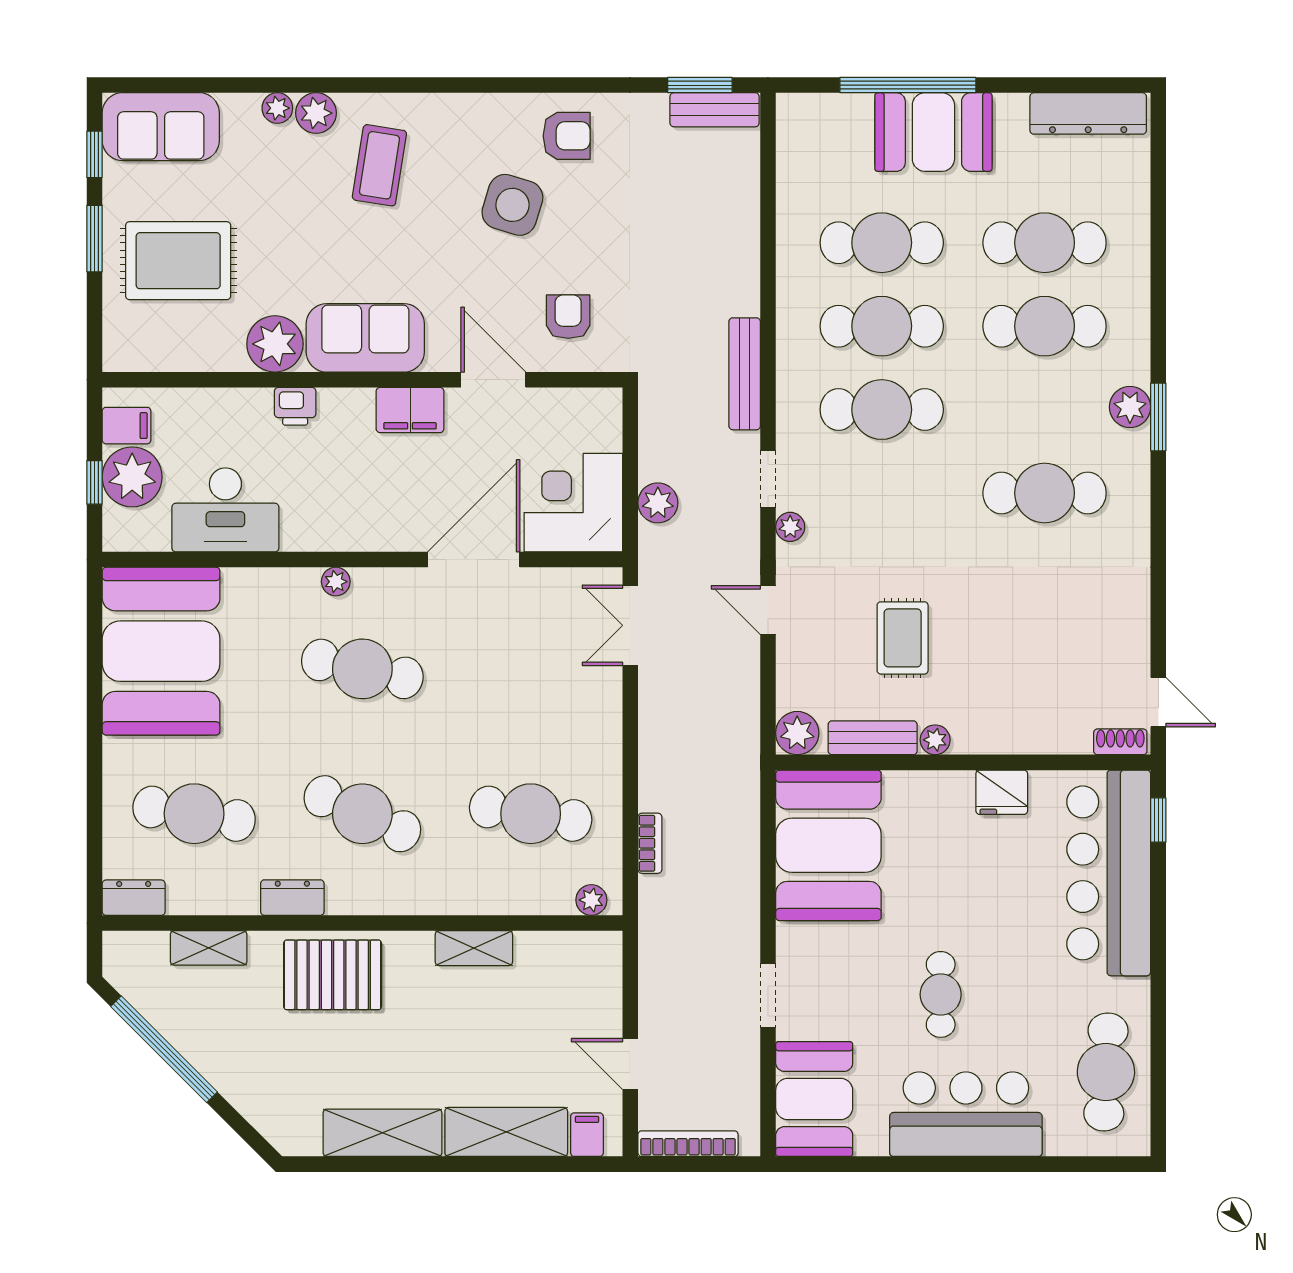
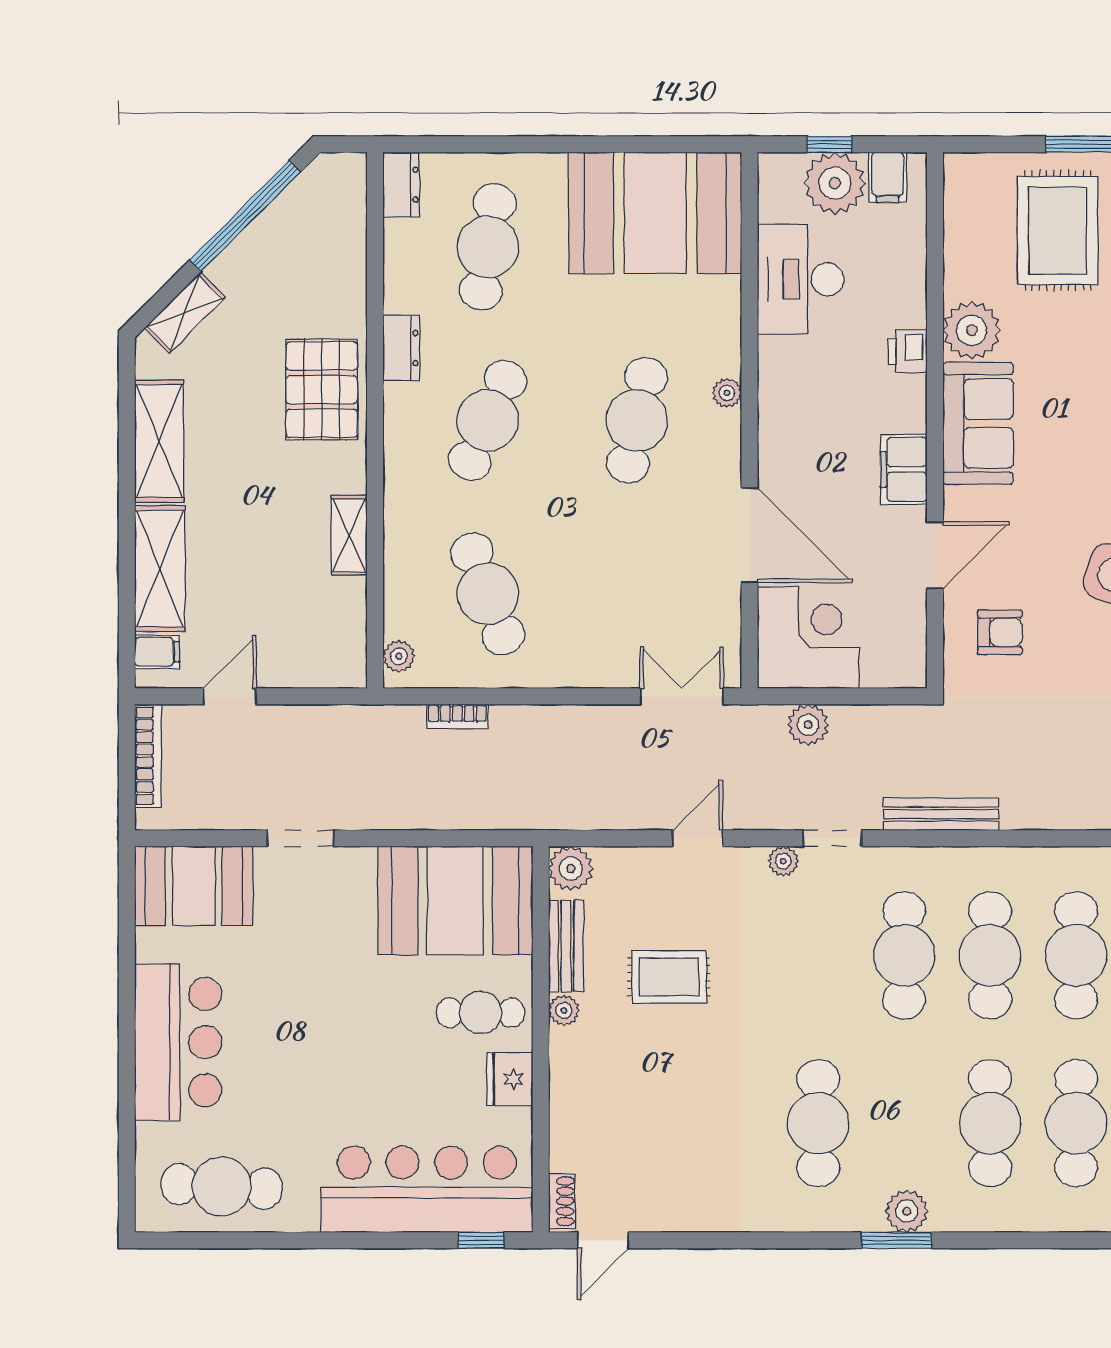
cafe table: (531, 814) -> (488, 594), turned -30
shelving: (209, 948) -> (185, 313), moved, turned 45
cafe table: (941, 994) -> (481, 1013), moved

